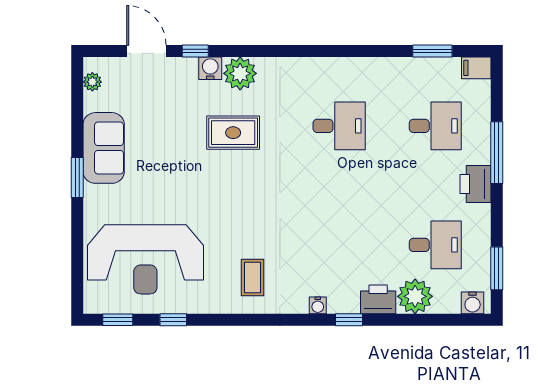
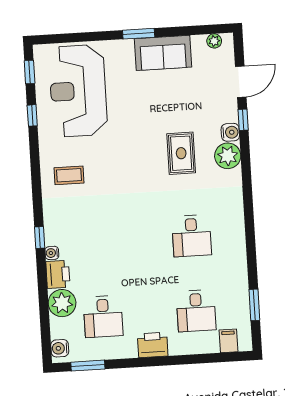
filing cabinet: (476, 68) -> (228, 341), moved
window: (497, 153) -> (178, 360), removed
water cooler: (318, 305) -> (52, 253), moved
window: (349, 320) -> (40, 238), moved

